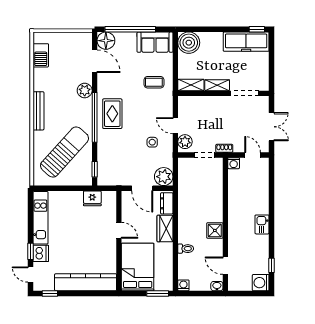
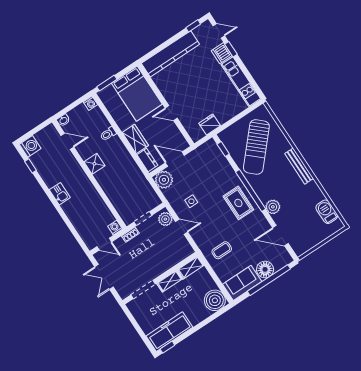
floor lamp: (106, 41) -> (265, 269), moved

